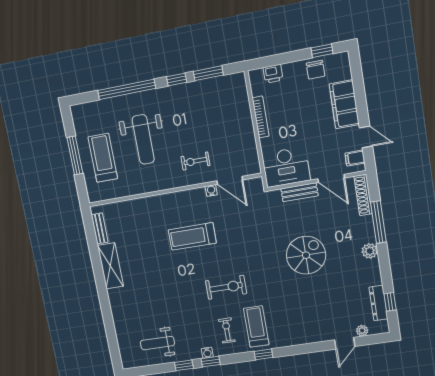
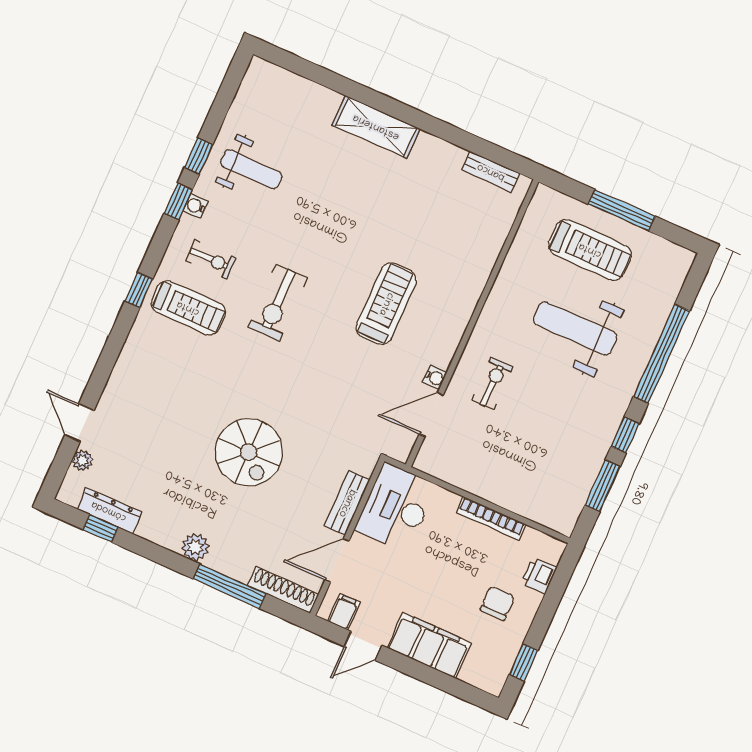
chair: (316, 70) -> (497, 603), moved, turned 90
shelving: (110, 266) -> (376, 127), moved
weight bench: (157, 343) -> (251, 169), moved, turned 90

